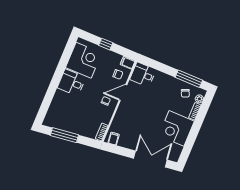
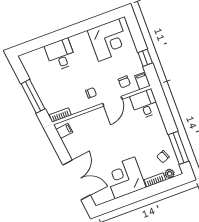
window: (106, 44) -> (145, 58), moved
desk: (72, 83) -> (61, 55), moved
door: (123, 93) -> (112, 101), swing flipped
window: (64, 135) -> (33, 96), moved

